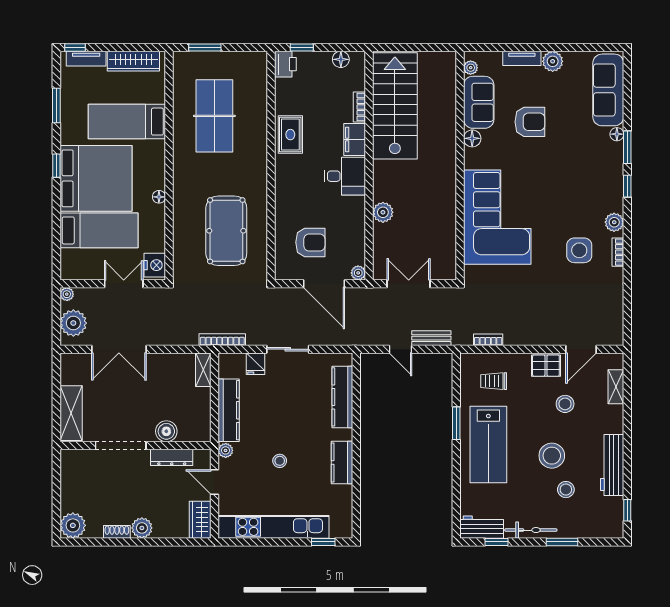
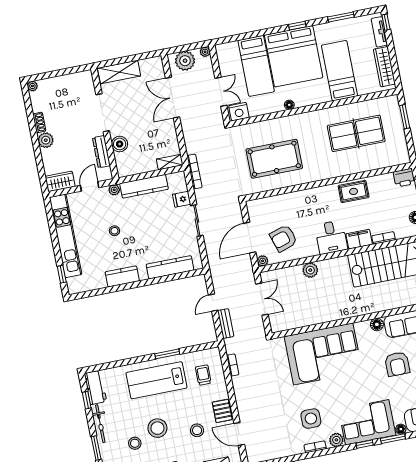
corner sofa: (599, 177) -> (367, 422), added
armchair: (310, 242) -> (284, 238), moved, turned 72
plant: (73, 525) -> (32, 86), width x0.53, depth x0.53

